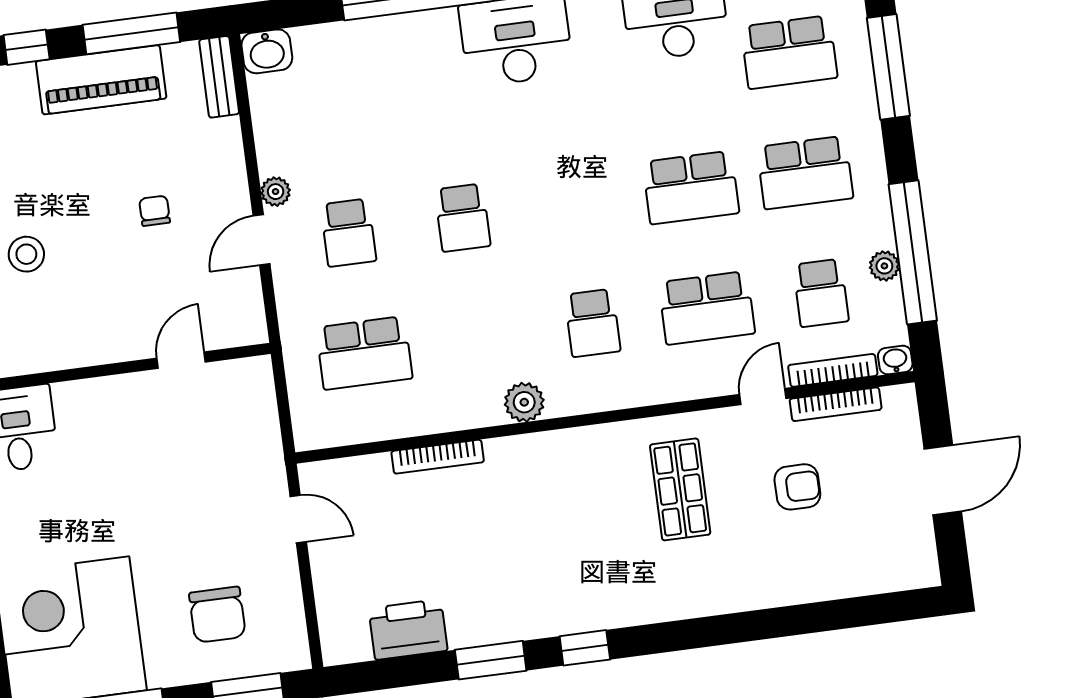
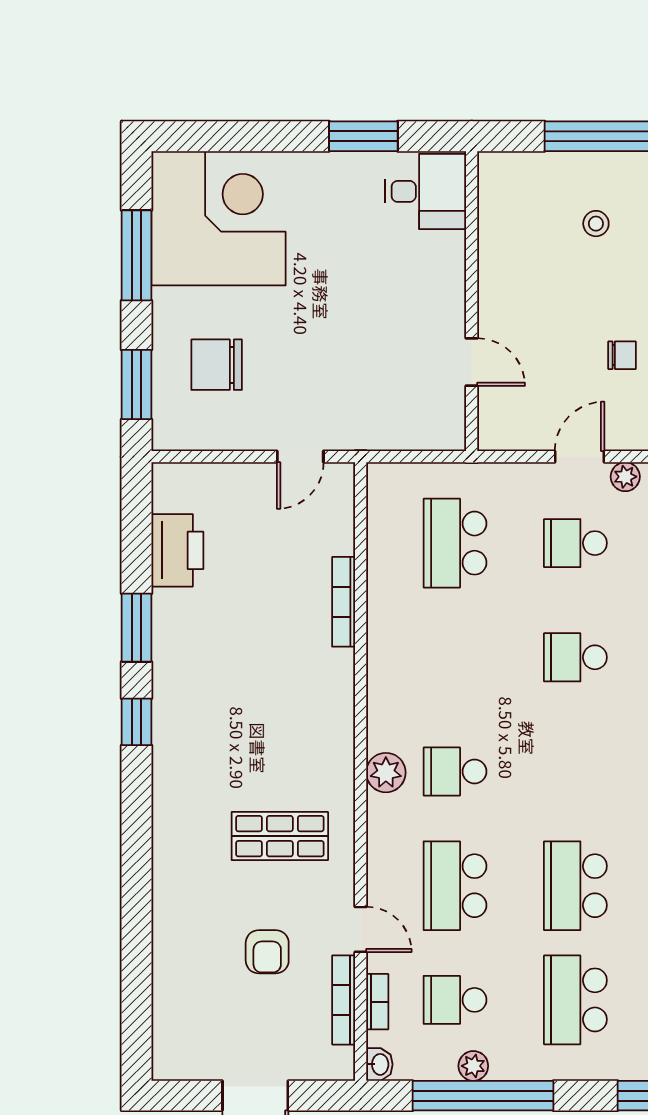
door: (262, 240) -> (579, 457), hinge flipped
stool: (26, 254) -> (596, 224), width x0.73, depth x0.73
bookcase: (833, 370) -> (377, 1002), width x0.64
plant: (524, 402) -> (386, 773), moved

